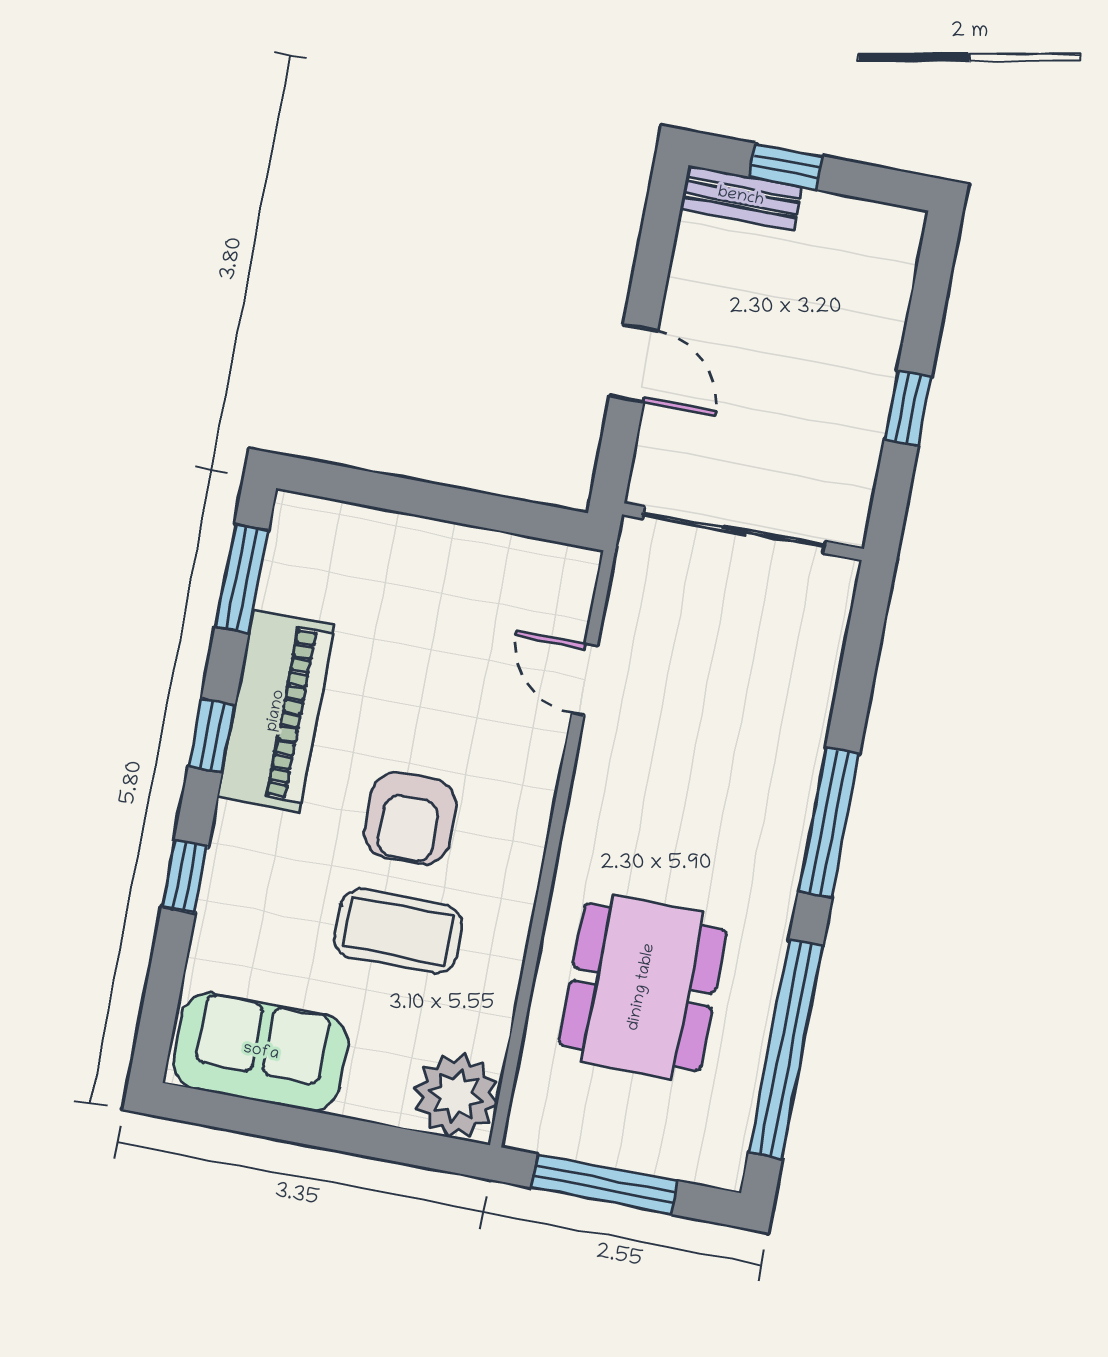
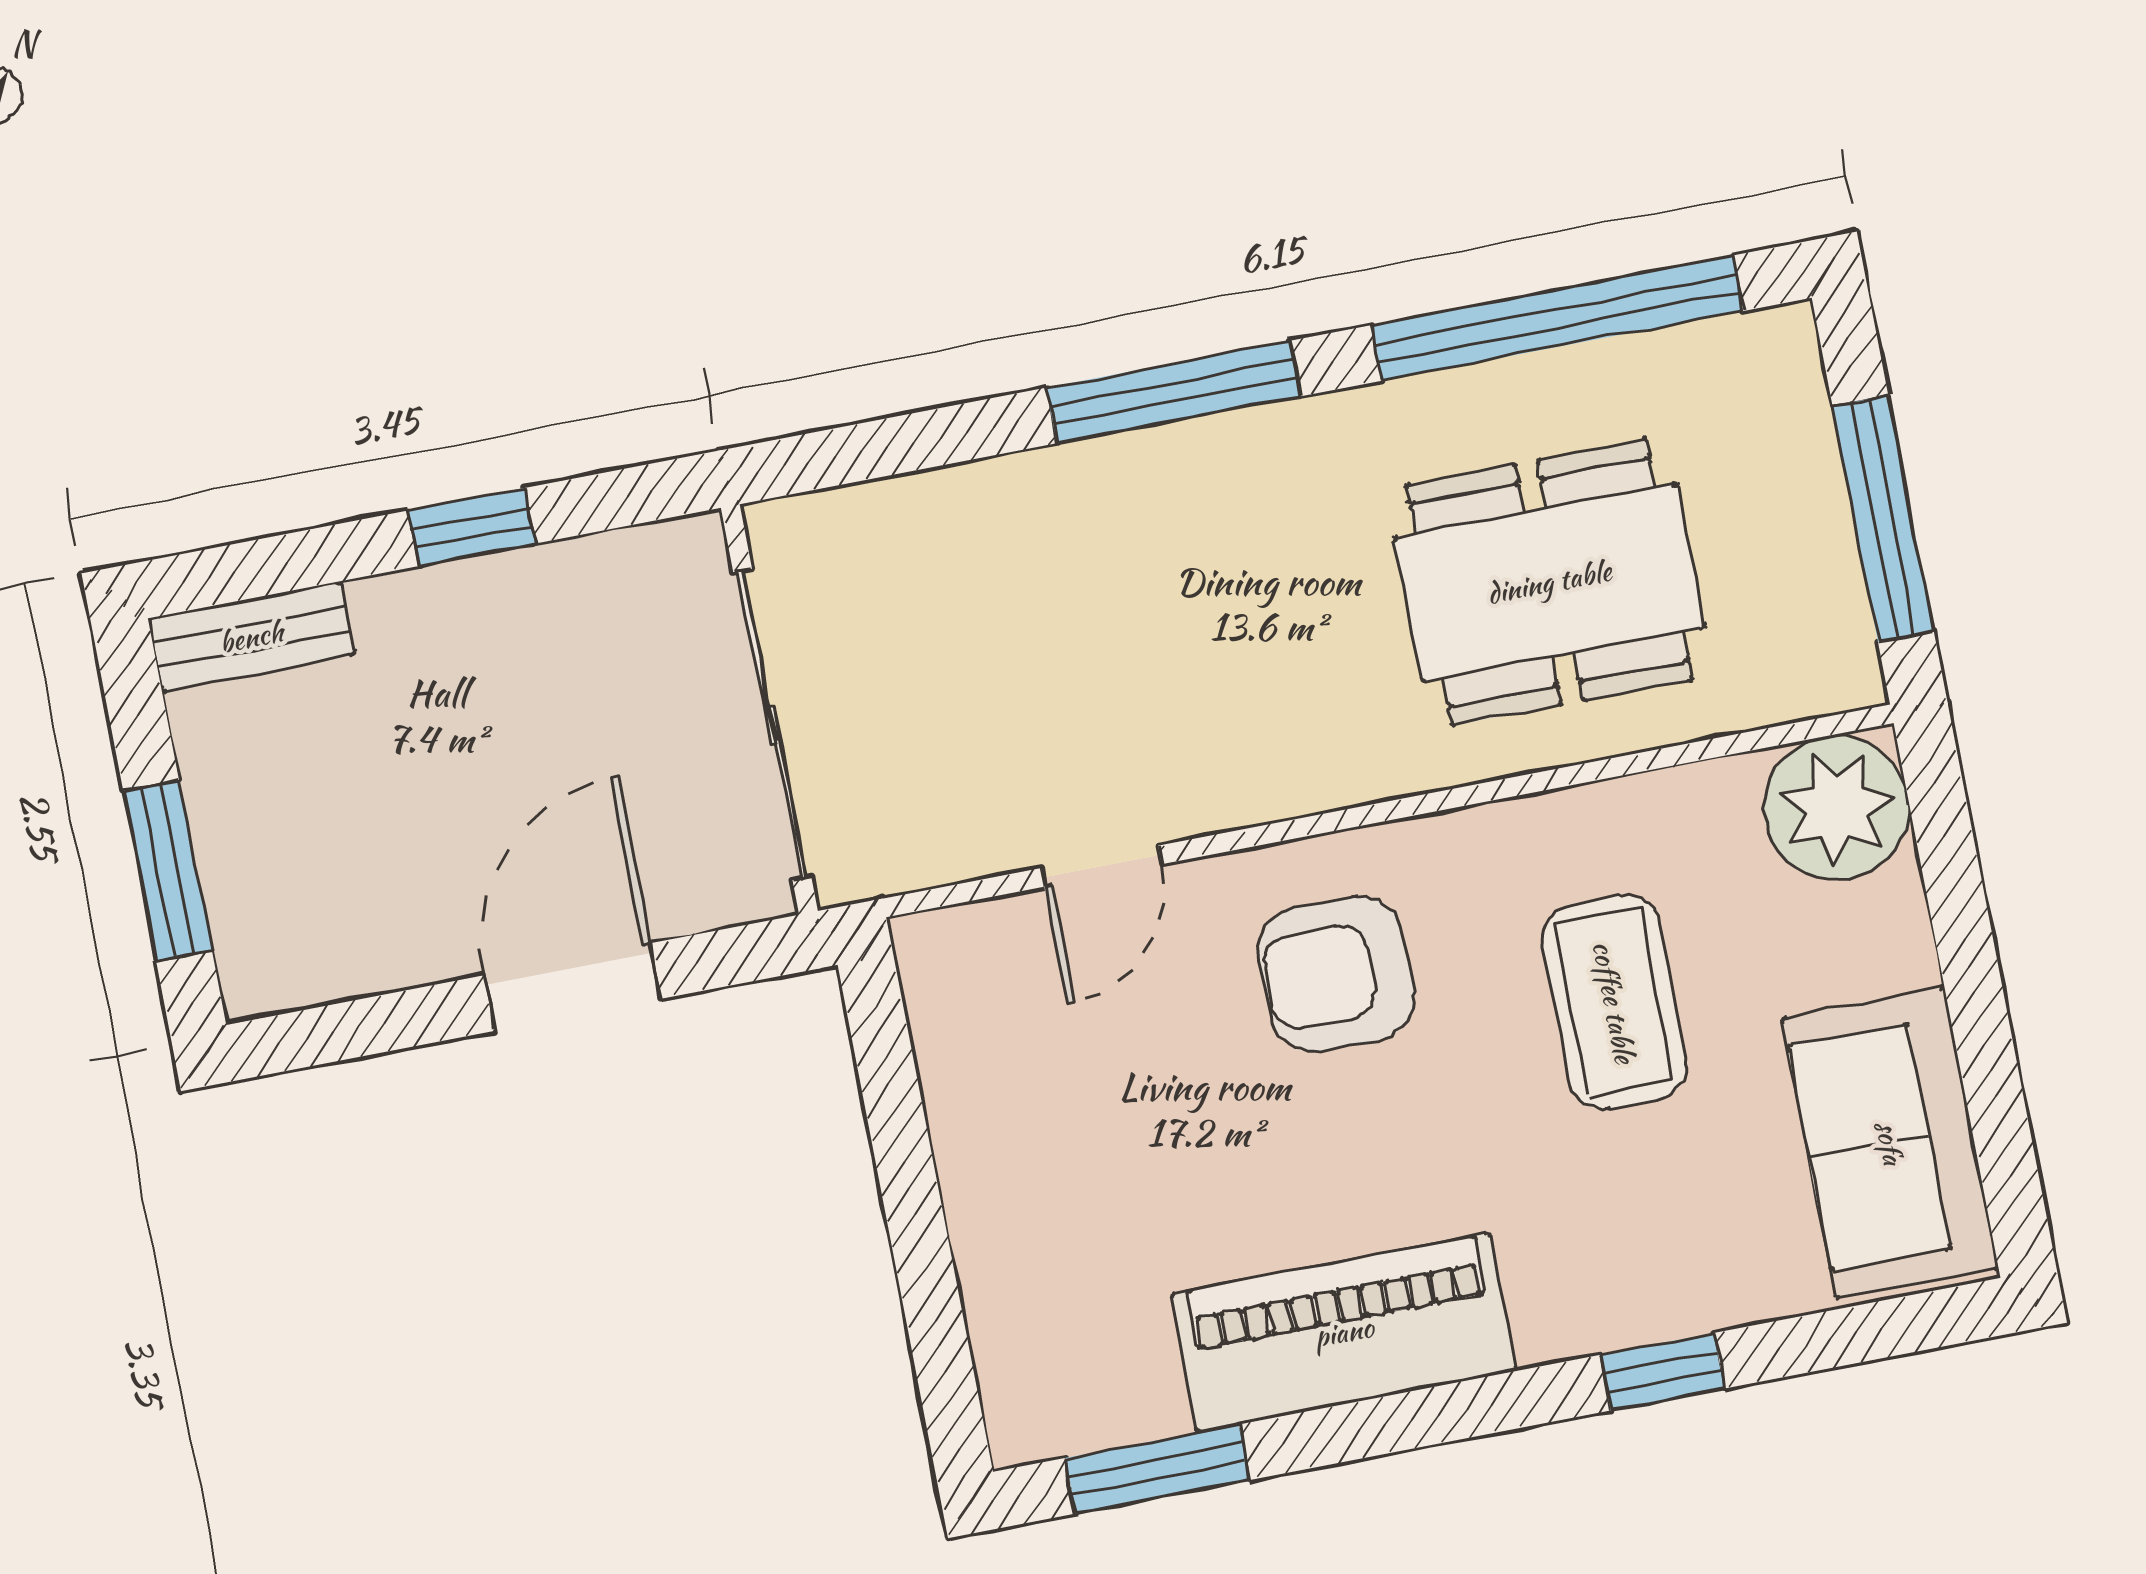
window: (786, 167) -> (167, 870), width x1.50
bench: (741, 197) -> (251, 637), moved, turned 90
door: (634, 363) -> (573, 987), width x1.38
window: (212, 736) -> (1423, 1418), removed
armchair: (410, 818) -> (1336, 974), moved, turned 180

